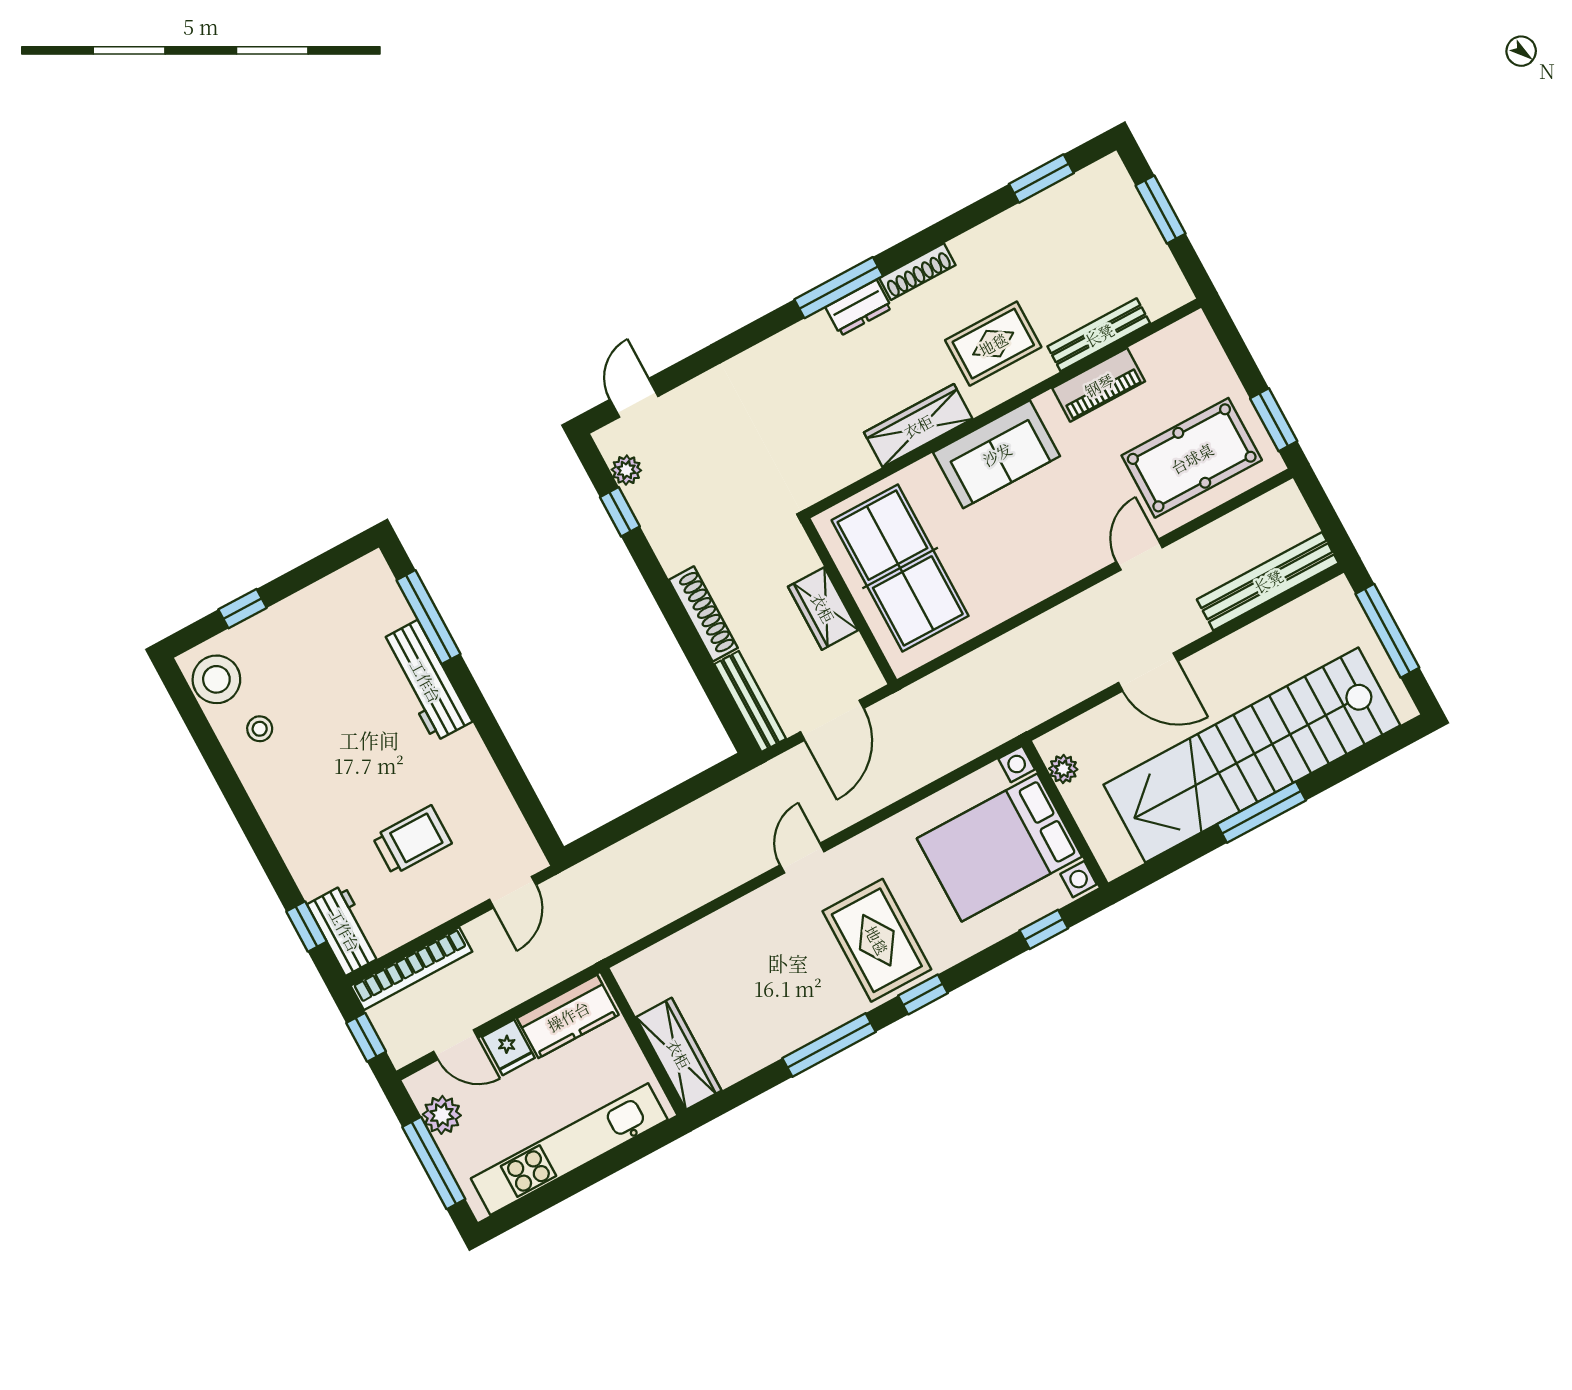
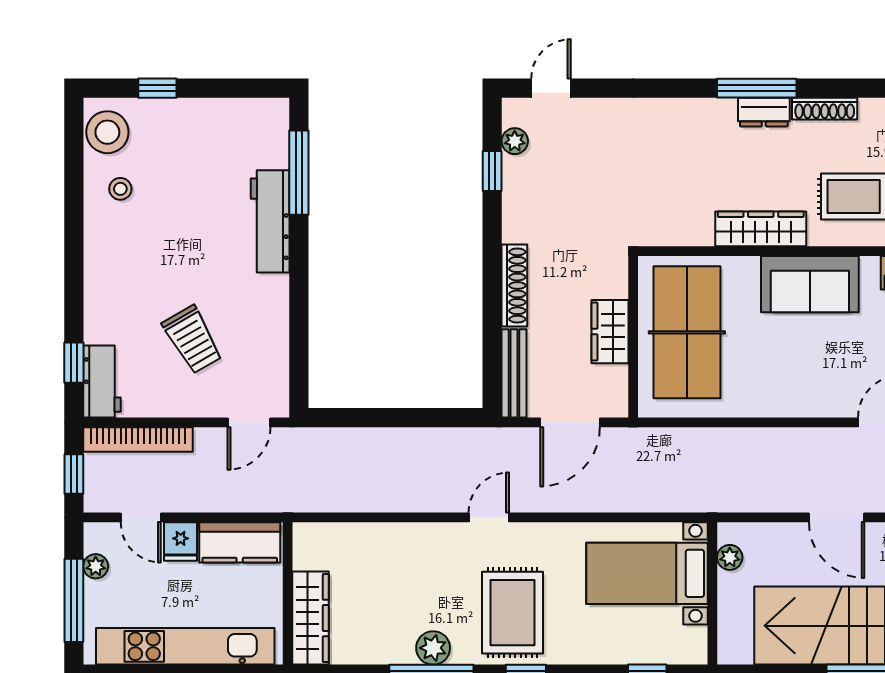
trolley: (412, 840) -> (192, 340), turned 60
bed with nightstands: (999, 848) -> (647, 573), width x0.73
plant: (817, 1018) -> (433, 648), added
plant: (442, 1115) -> (96, 566), width x0.73, depth x0.73

